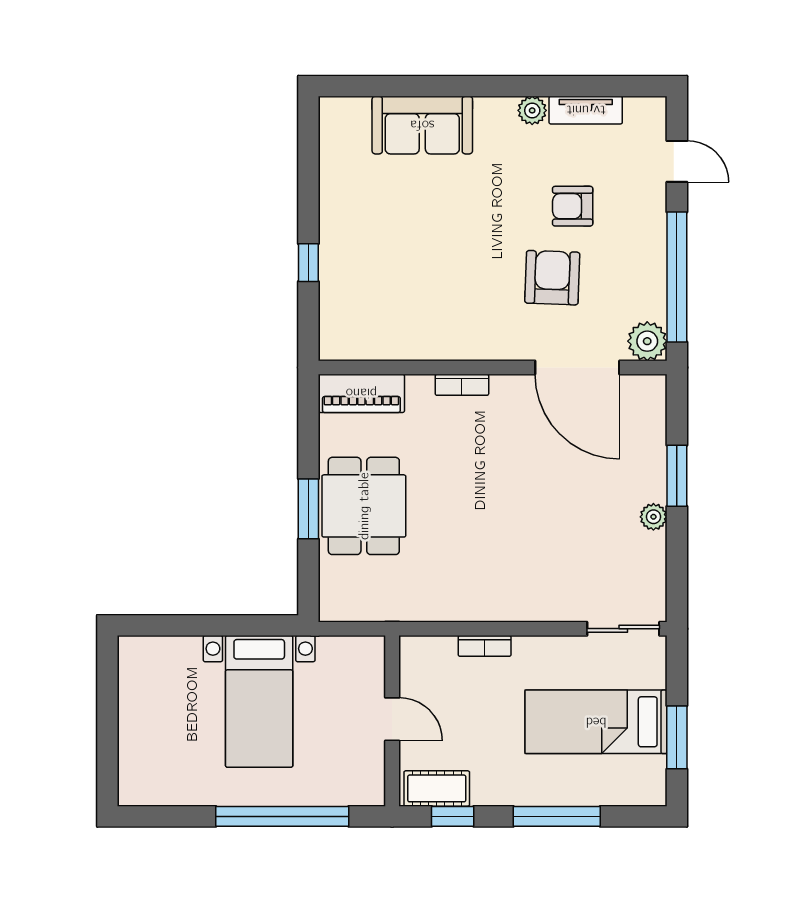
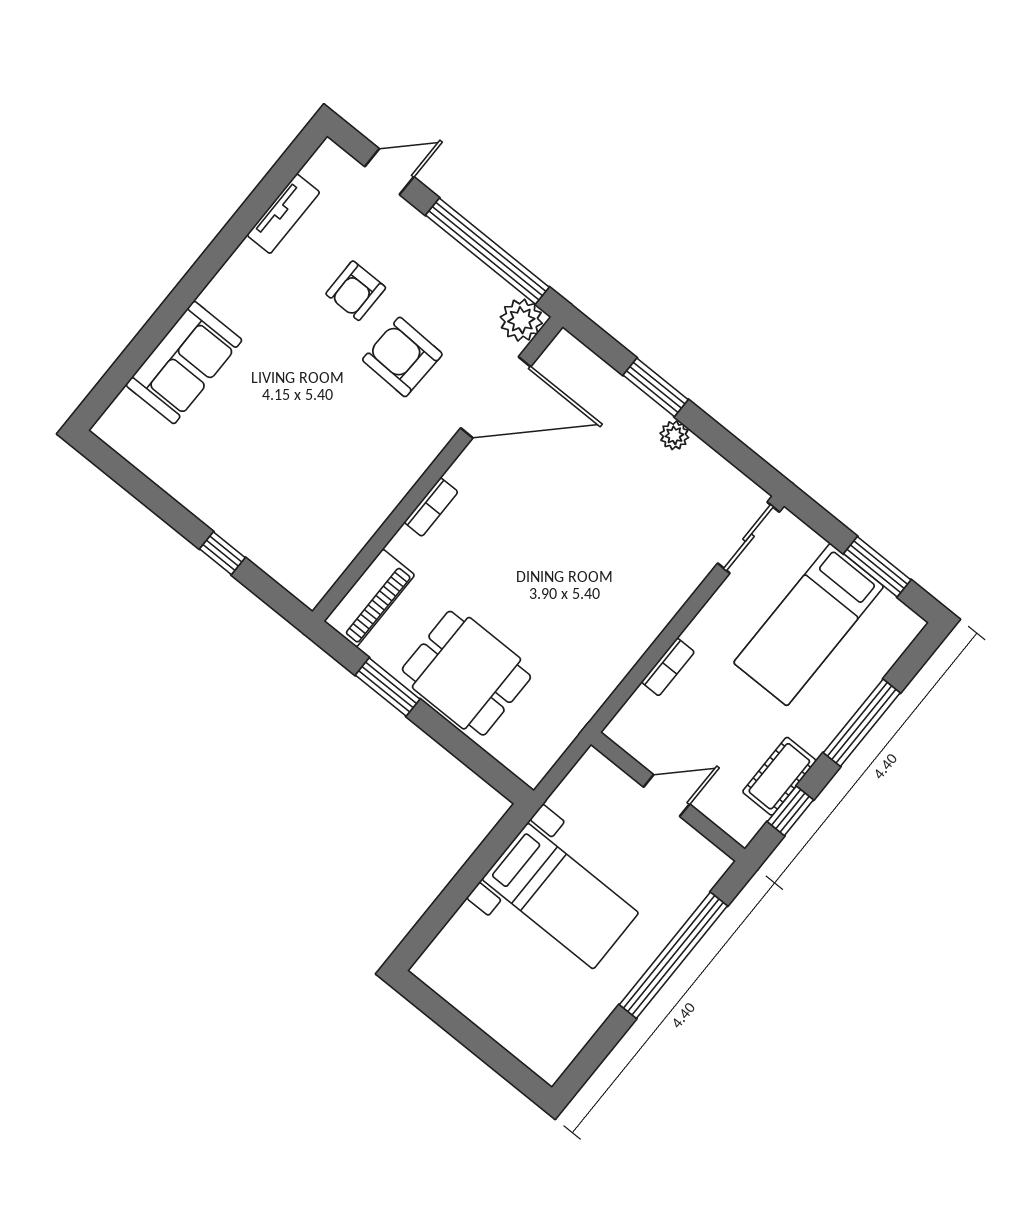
plant: (532, 110) -> (247, 259), removed
window: (308, 509) -> (388, 687), moved
cot: (437, 788) -> (779, 776), moved

